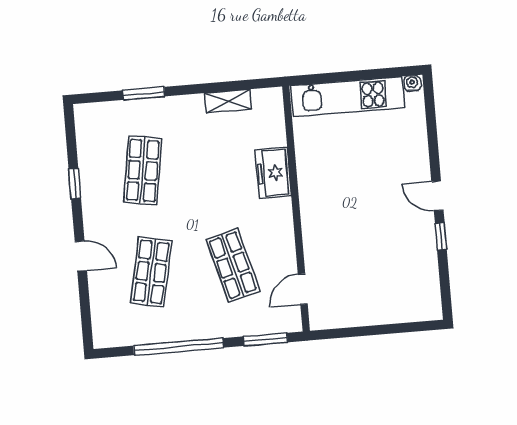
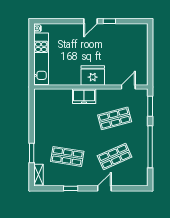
shelving: (228, 101) -> (38, 175), moved
freezer: (273, 173) -> (84, 96), moved
fridge: (321, 210) -> (93, 76), added
shop shelf: (151, 272) -> (115, 156), turned -36
door: (303, 289) -> (128, 87), swing flipped

